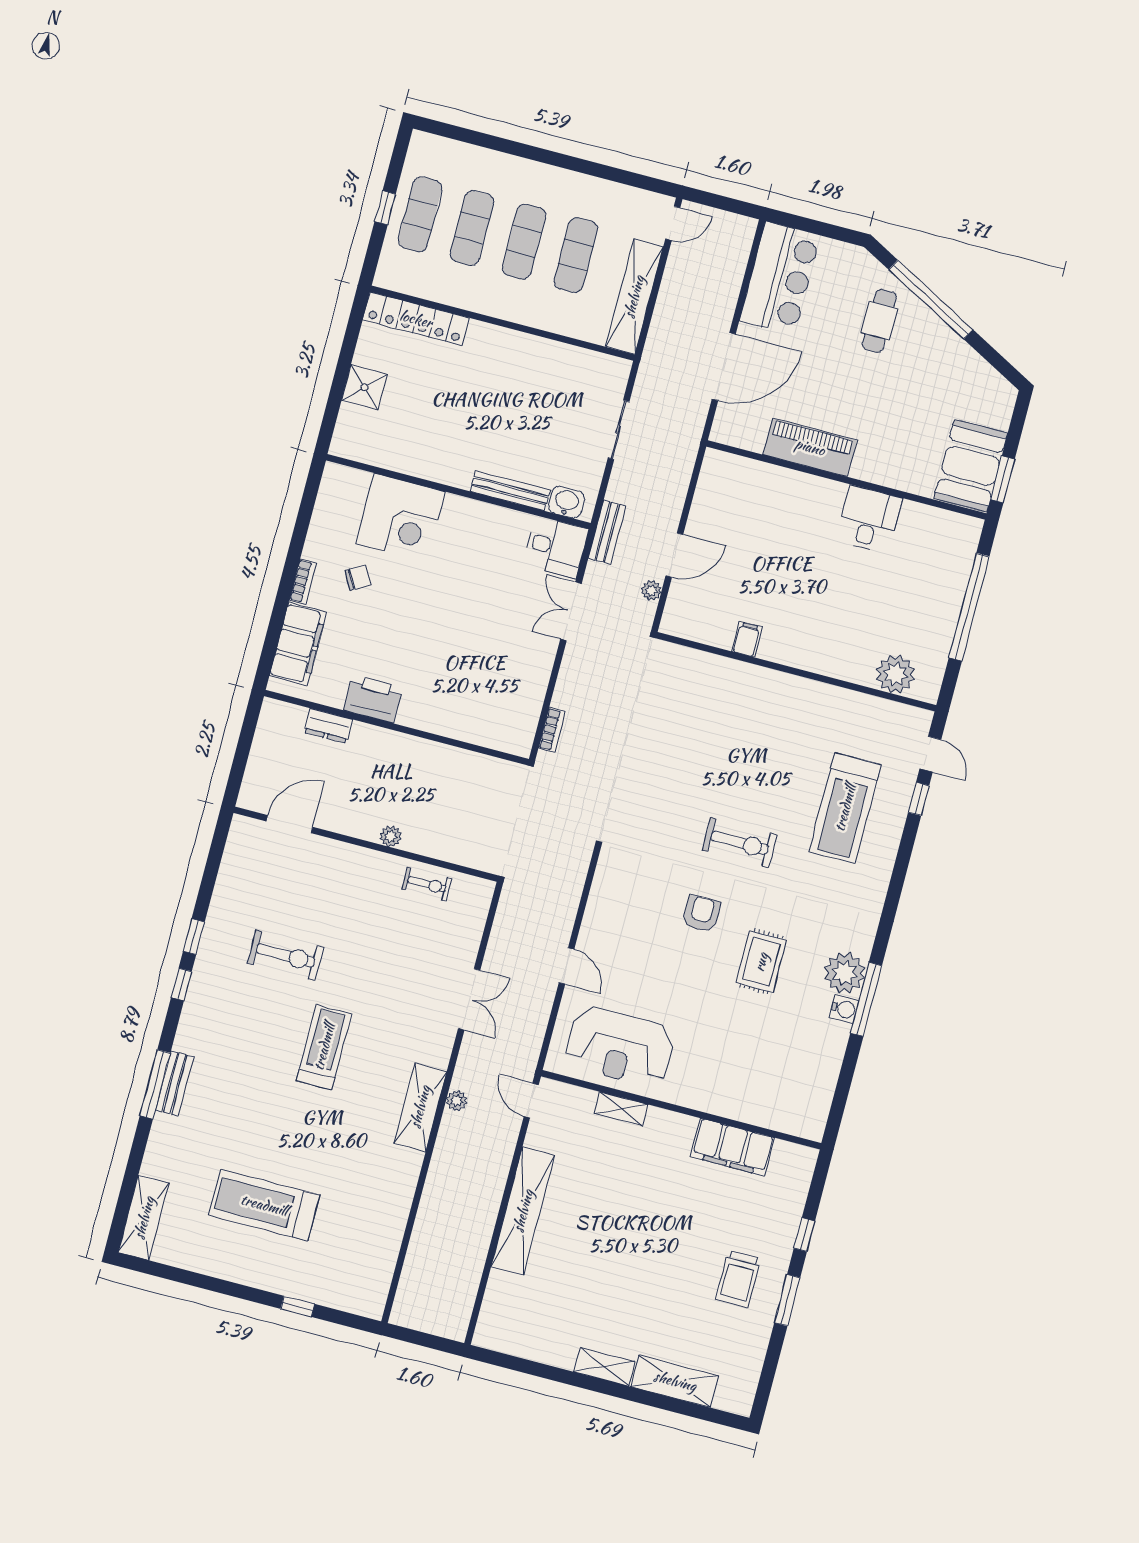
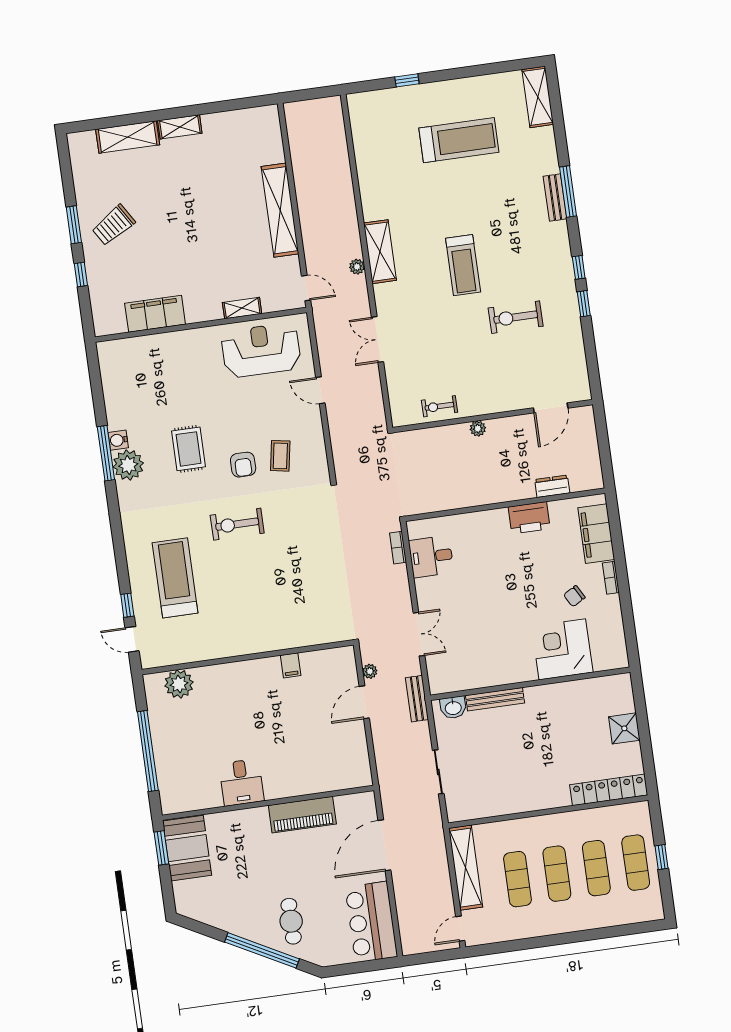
desk: (556, 547) -> (431, 557), moved
coffee table: (651, 905) -> (280, 456), added
trolley: (738, 1279) -> (113, 225), turned -122

